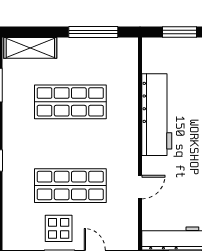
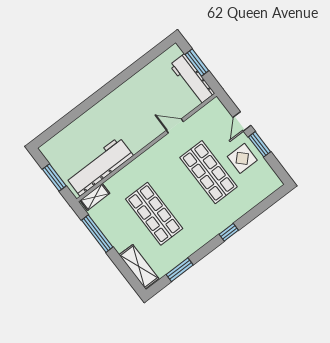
shelving: (130, 57) -> (95, 197), added
workbench: (157, 115) -> (99, 166), moved

